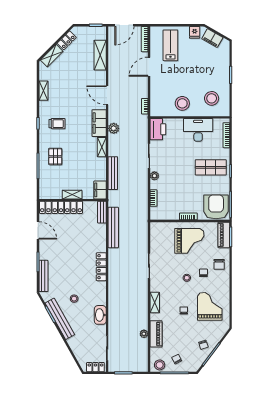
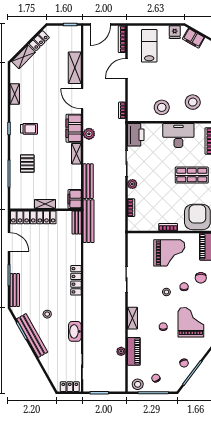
shelving: (100, 55) -> (75, 68), moved
bench: (113, 227) -> (89, 221), moved

